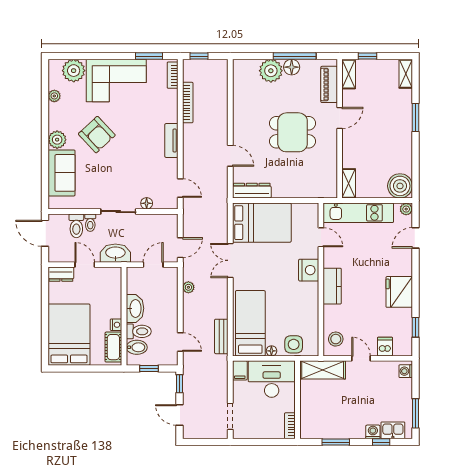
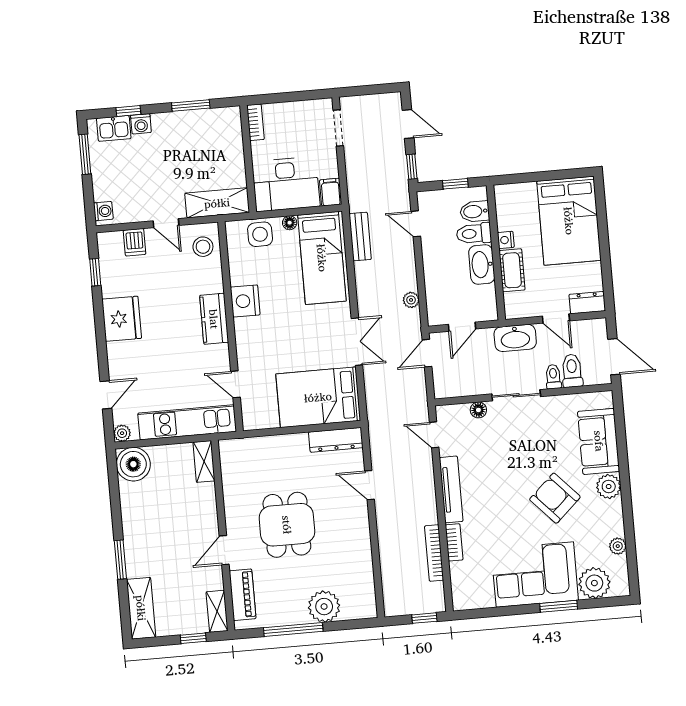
window: (149, 56) -> (559, 606), moved
floor lamp: (292, 67) -> (296, 614), removed
shelving: (406, 74) -> (141, 608), width x1.50, depth x1.33
bookcase: (173, 75) -> (454, 542), moved
dining table: (293, 132) -> (287, 525), turned 90
tv unit: (171, 140) -> (451, 489), width x1.41
nightstand: (309, 270) -> (245, 301), moved
cot: (113, 347) -> (512, 270), moved

